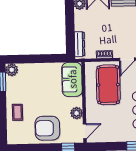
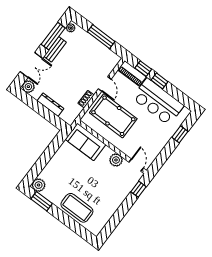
dresser: (79, 44) -> (50, 105), moved
coffee table: (17, 112) -> (77, 208), width x1.86, depth x1.72
armchair: (47, 128) -> (109, 194), removed

